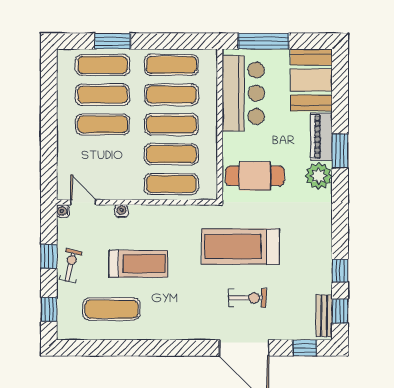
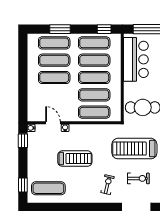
window: (189, 41) -> (104, 29), added
door: (83, 202) -> (53, 123), moved
window: (49, 256) -> (23, 141), moved
exercise bike: (70, 266) -> (108, 185), moved
exercise mat: (112, 309) -> (48, 188), moved

